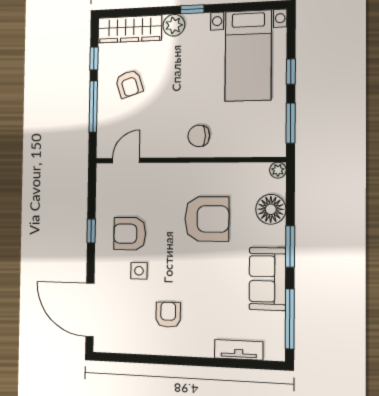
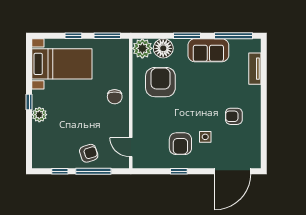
wardrobe: (130, 29) -> (41, 146), removed
armchair: (129, 84) -> (89, 153), moved
plant: (278, 170) -> (142, 48), width x1.87, depth x1.87
armchair: (207, 219) -> (160, 82), moved

